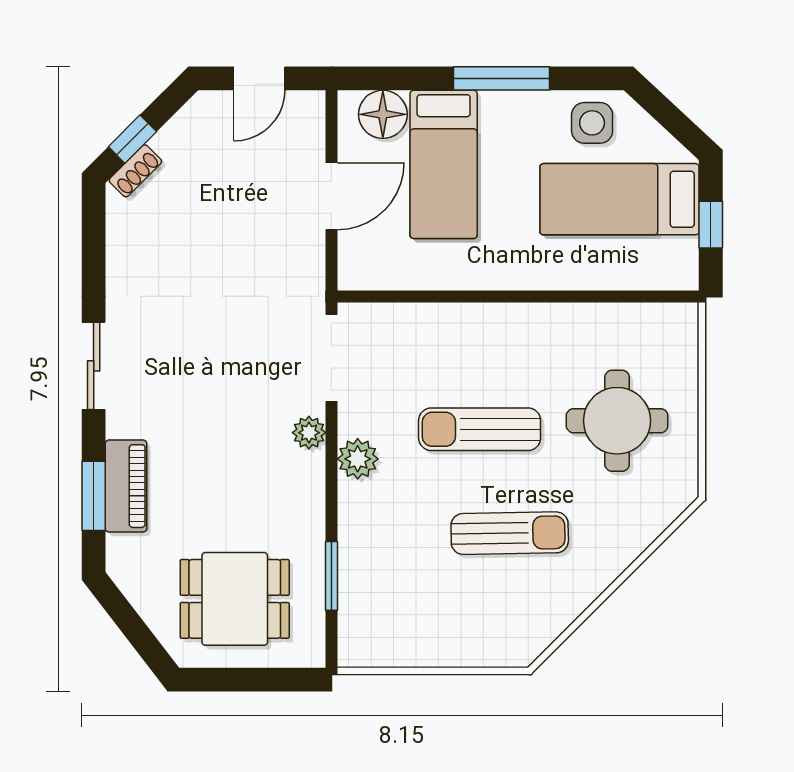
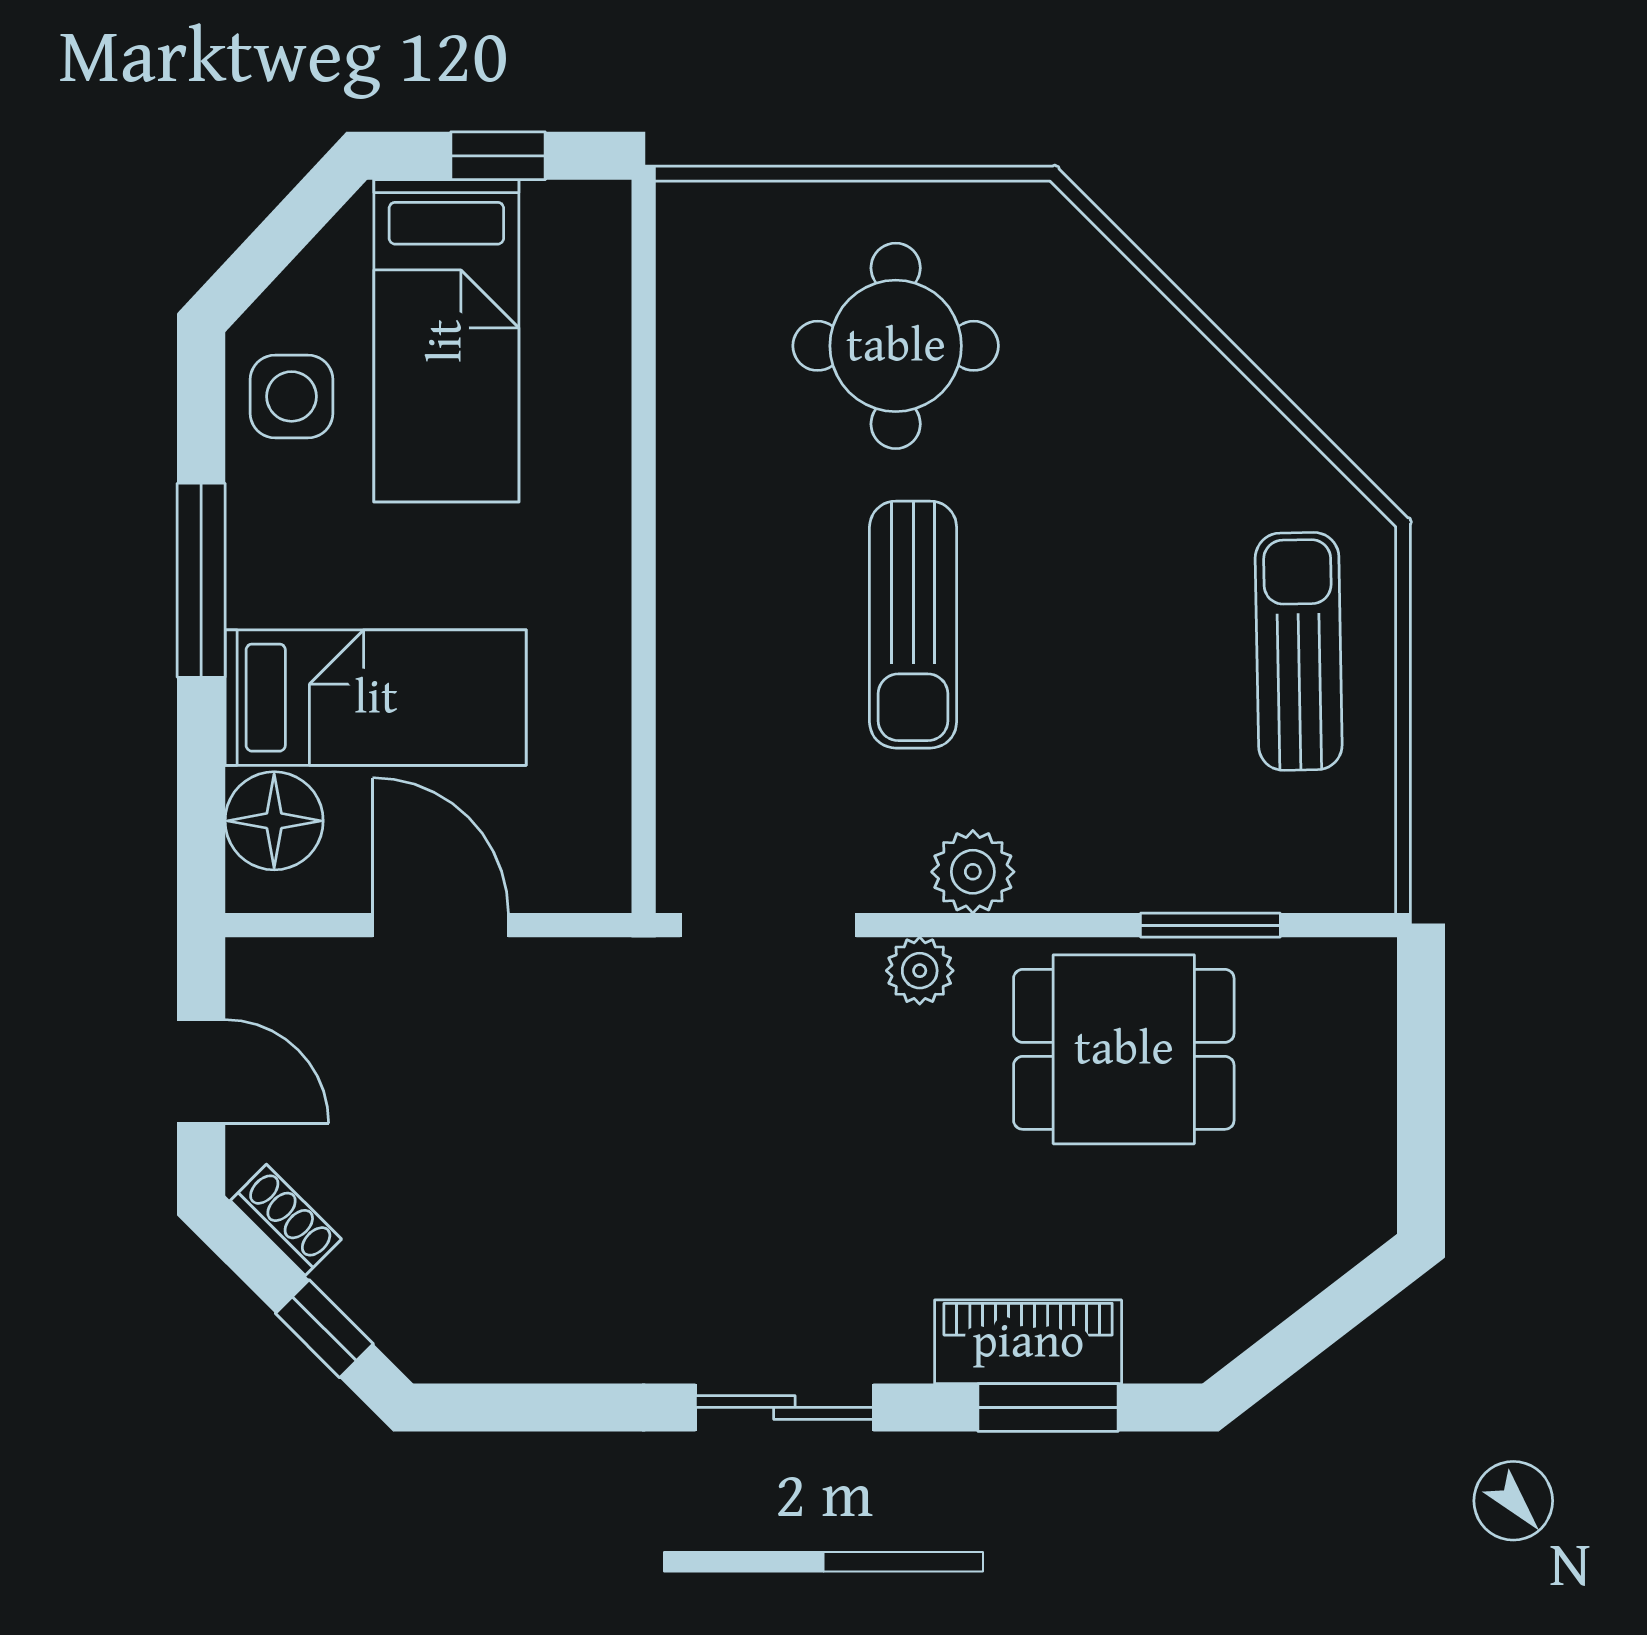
shoe rack: (135, 171) -> (286, 1220), moved
sun lounger: (510, 533) -> (1299, 651), moved
dining table: (235, 599) -> (1124, 1049), moved, turned 90

